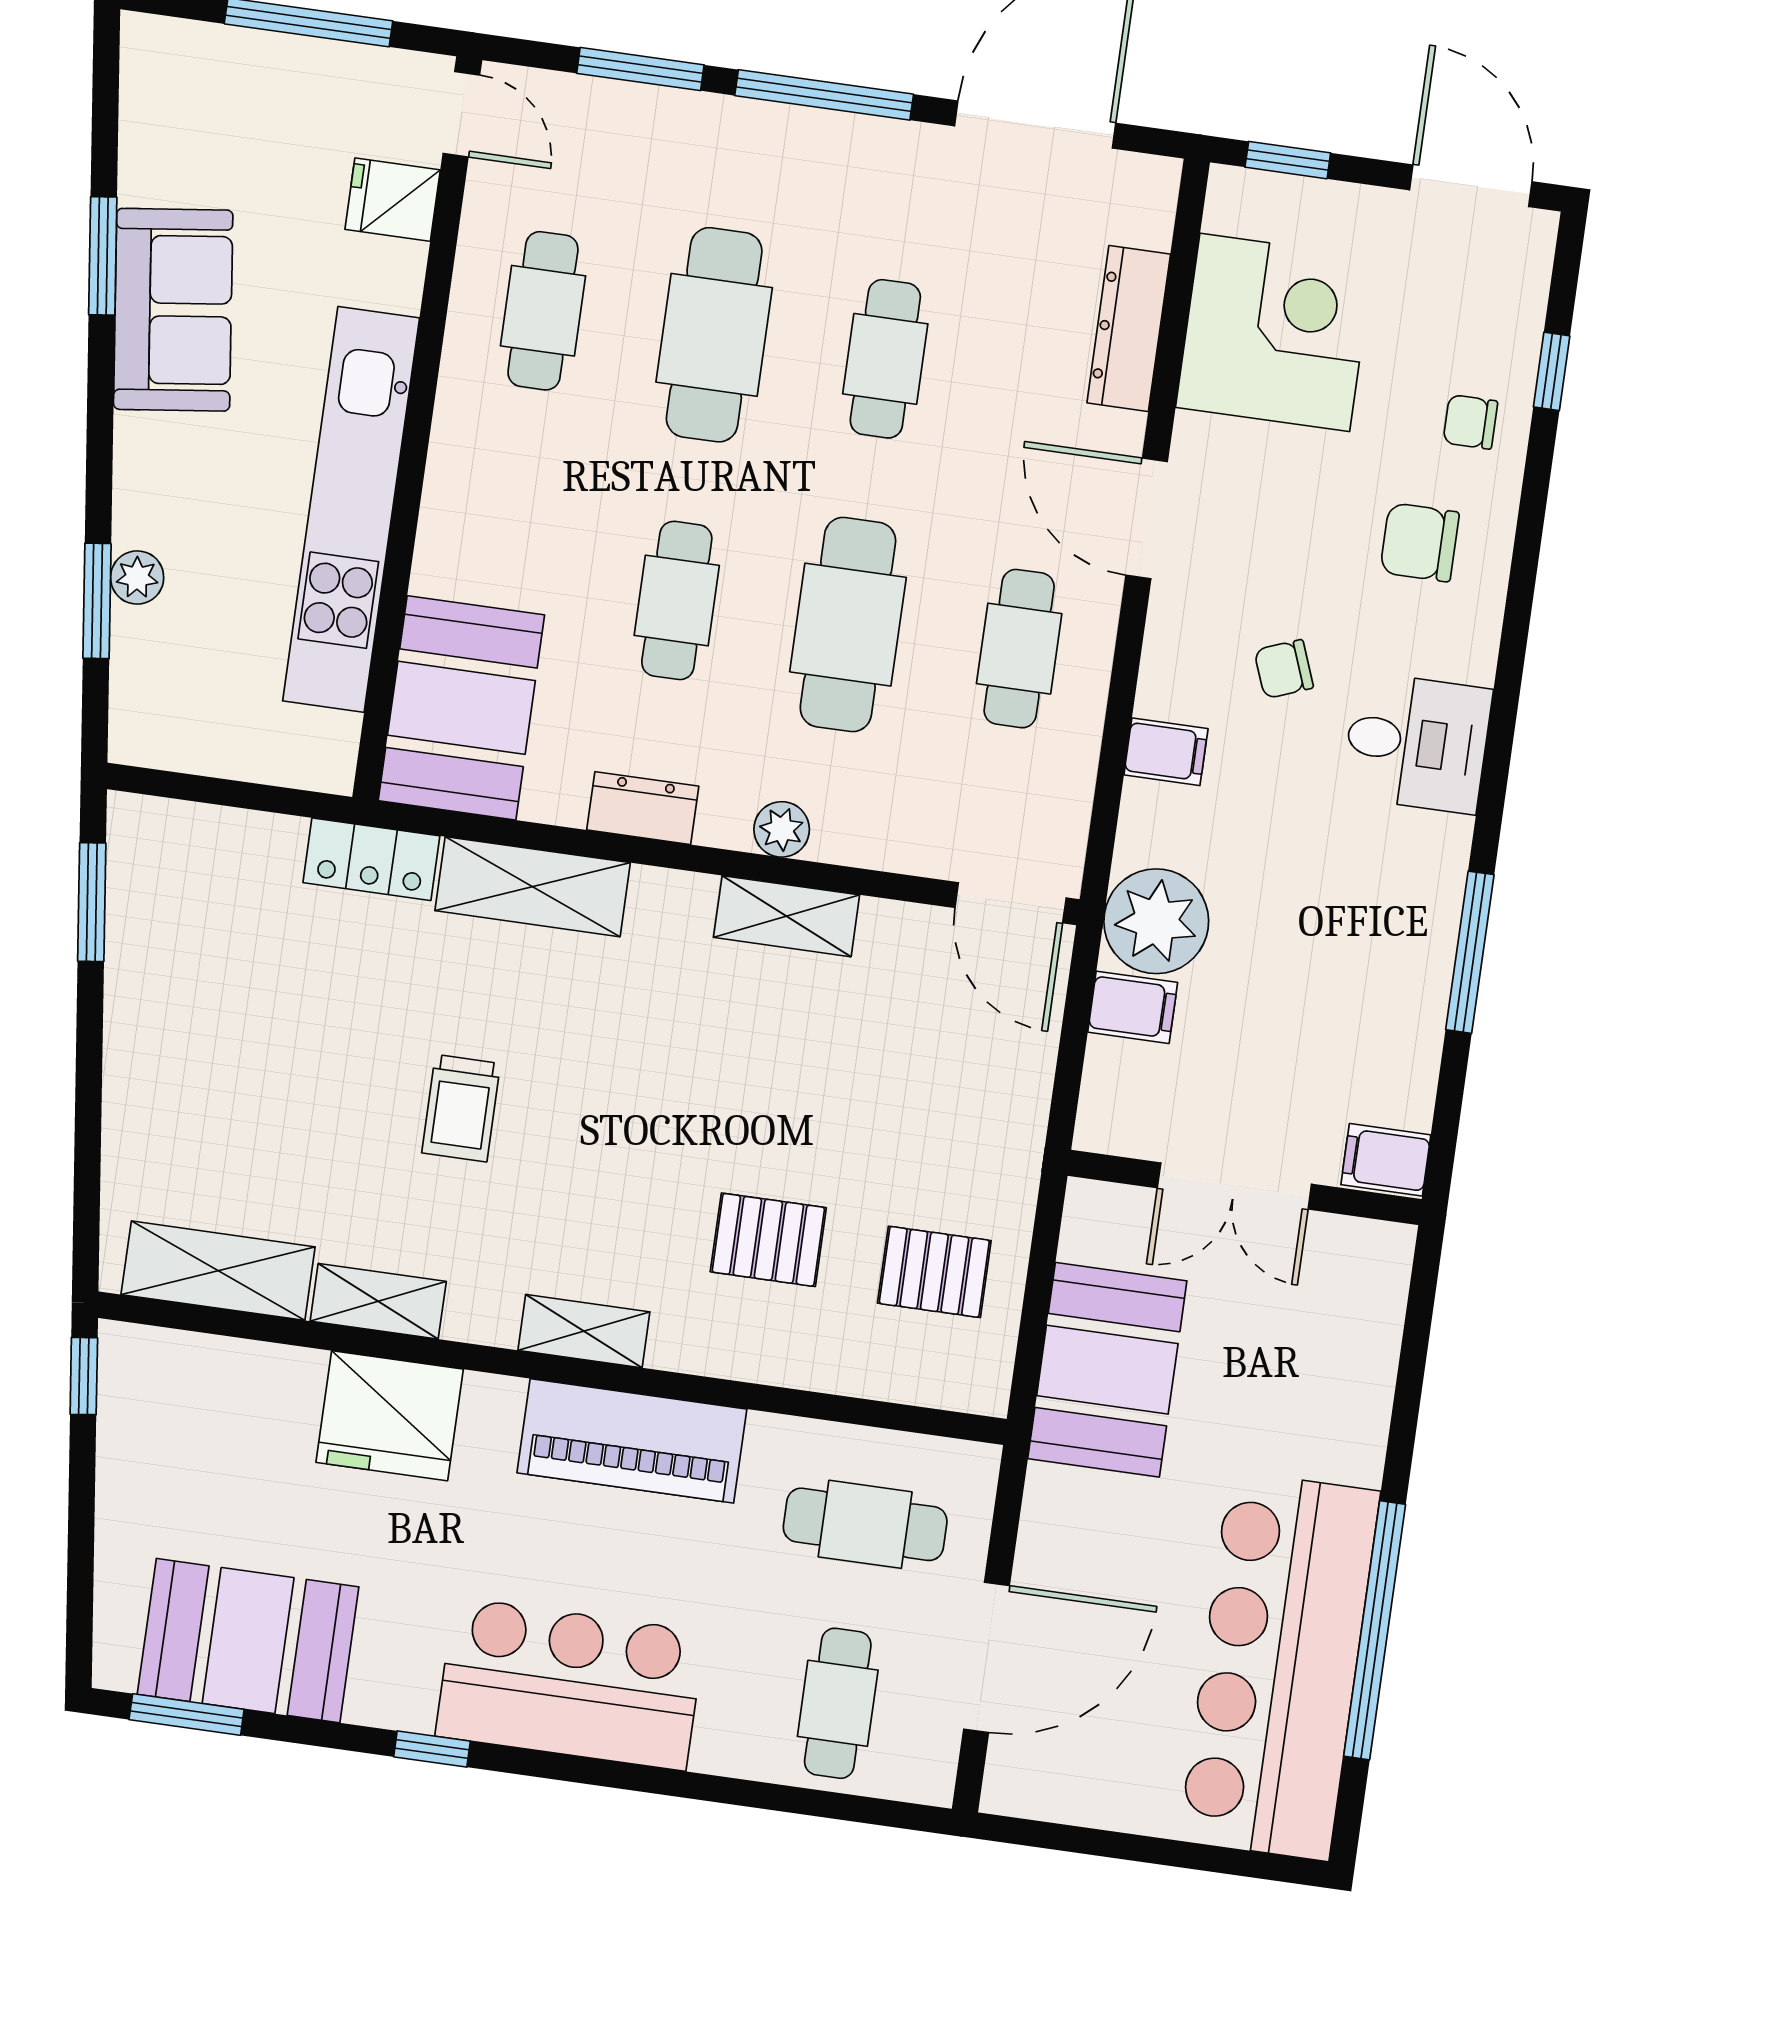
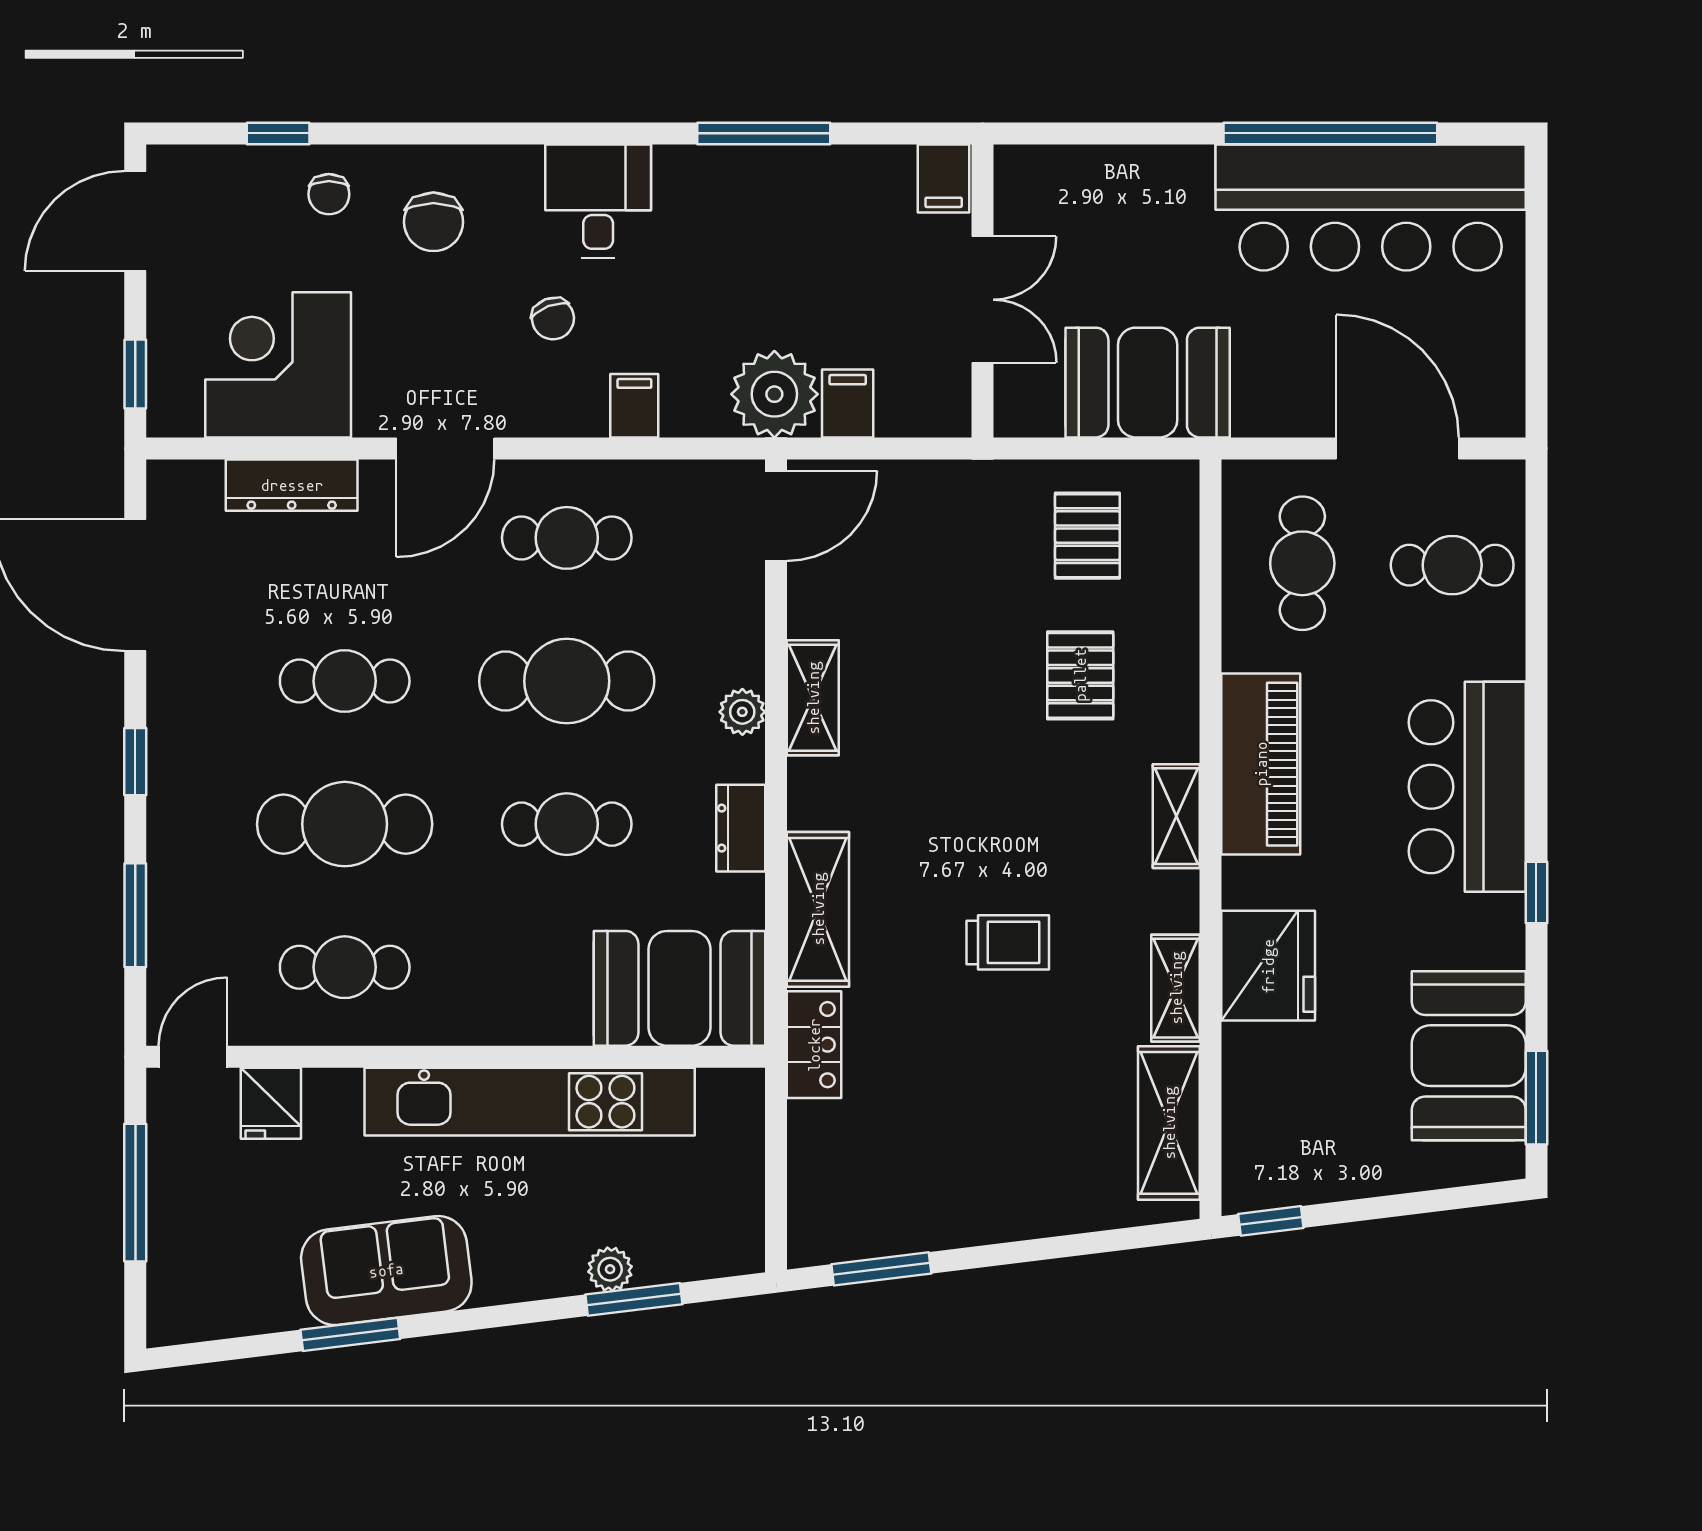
window: (824, 95) -> (135, 762), width x0.46

